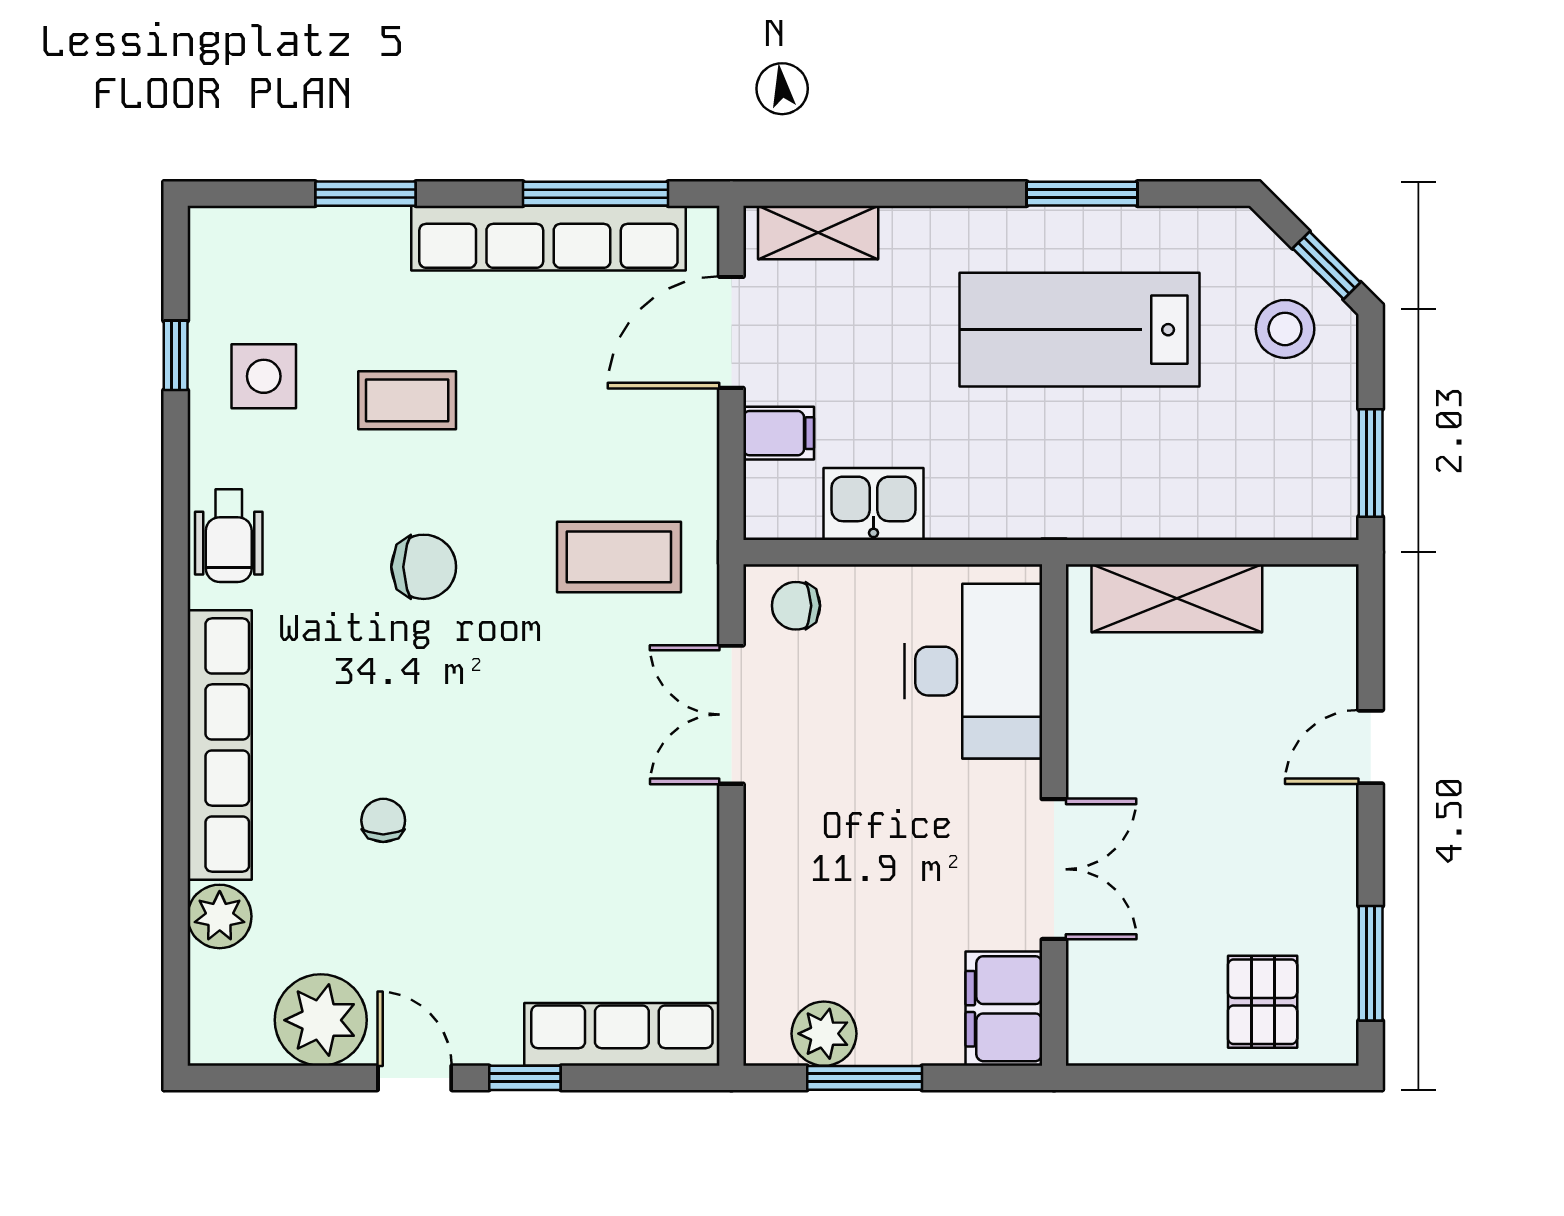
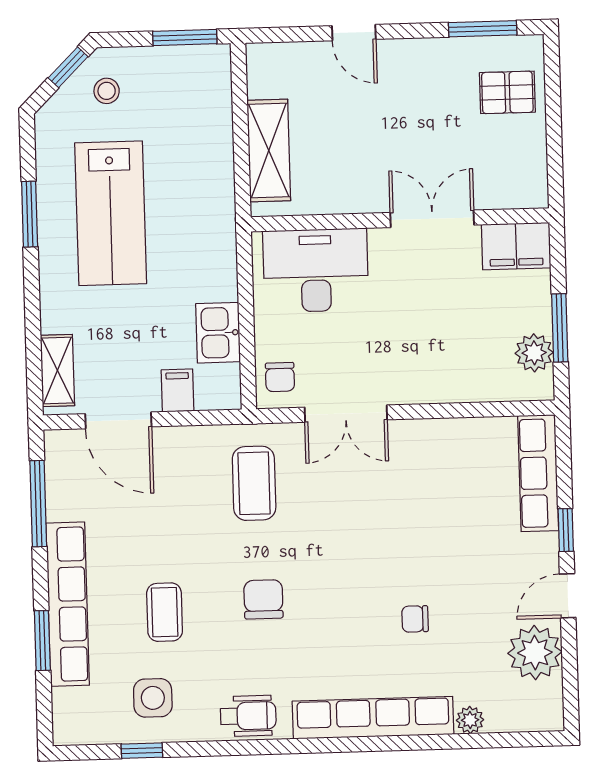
row of seats: (548, 238) -> (68, 604), moved
stool: (1285, 329) -> (107, 91), width x0.73, depth x0.73
plant: (220, 916) -> (470, 720), width x0.73, depth x0.73

